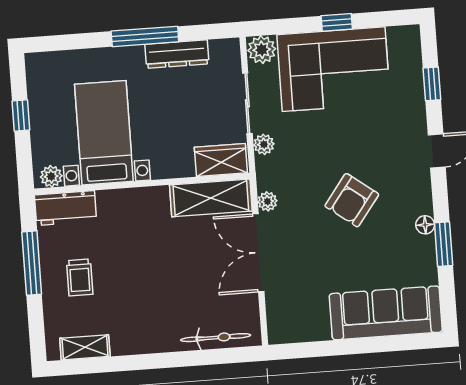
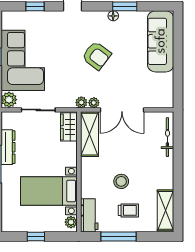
plant: (264, 144) -> (81, 102), moved
stool: (131, 261) -> (121, 181), added
shelving: (85, 347) -> (166, 210), width x1.50, depth x1.33

